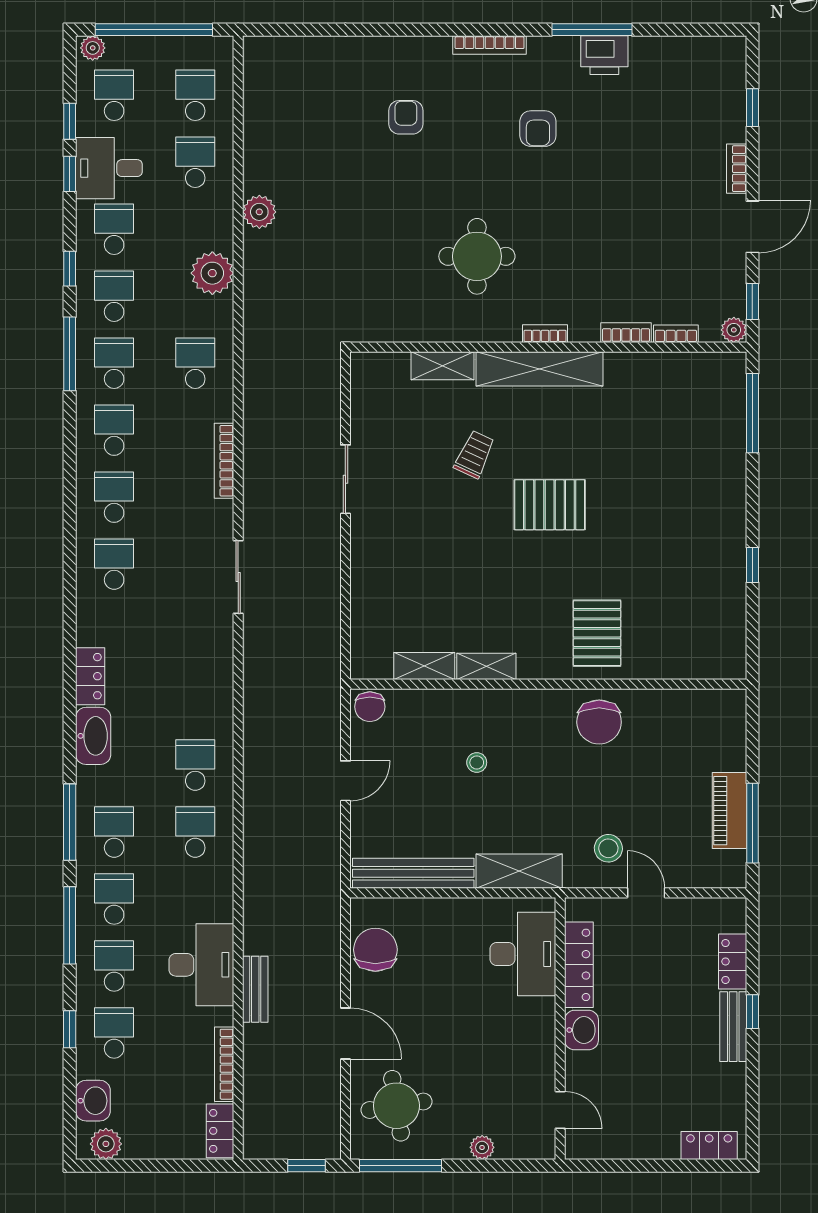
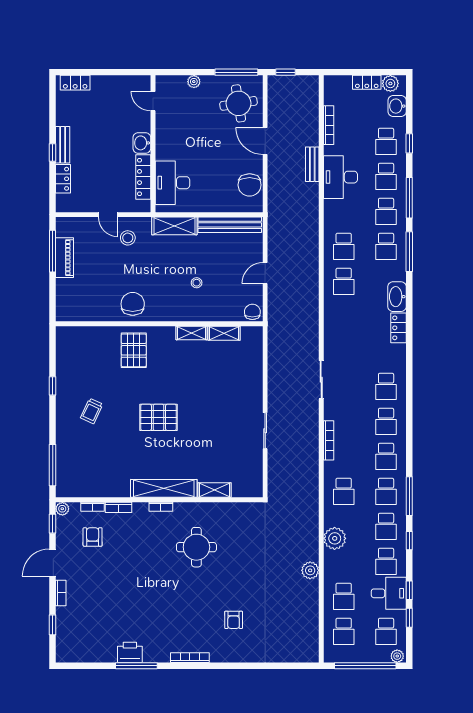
armchair: (538, 129) -> (93, 537), moved
trolley: (474, 454) -> (92, 411), moved
locker: (220, 1131) -> (367, 82), moved, turned 90

